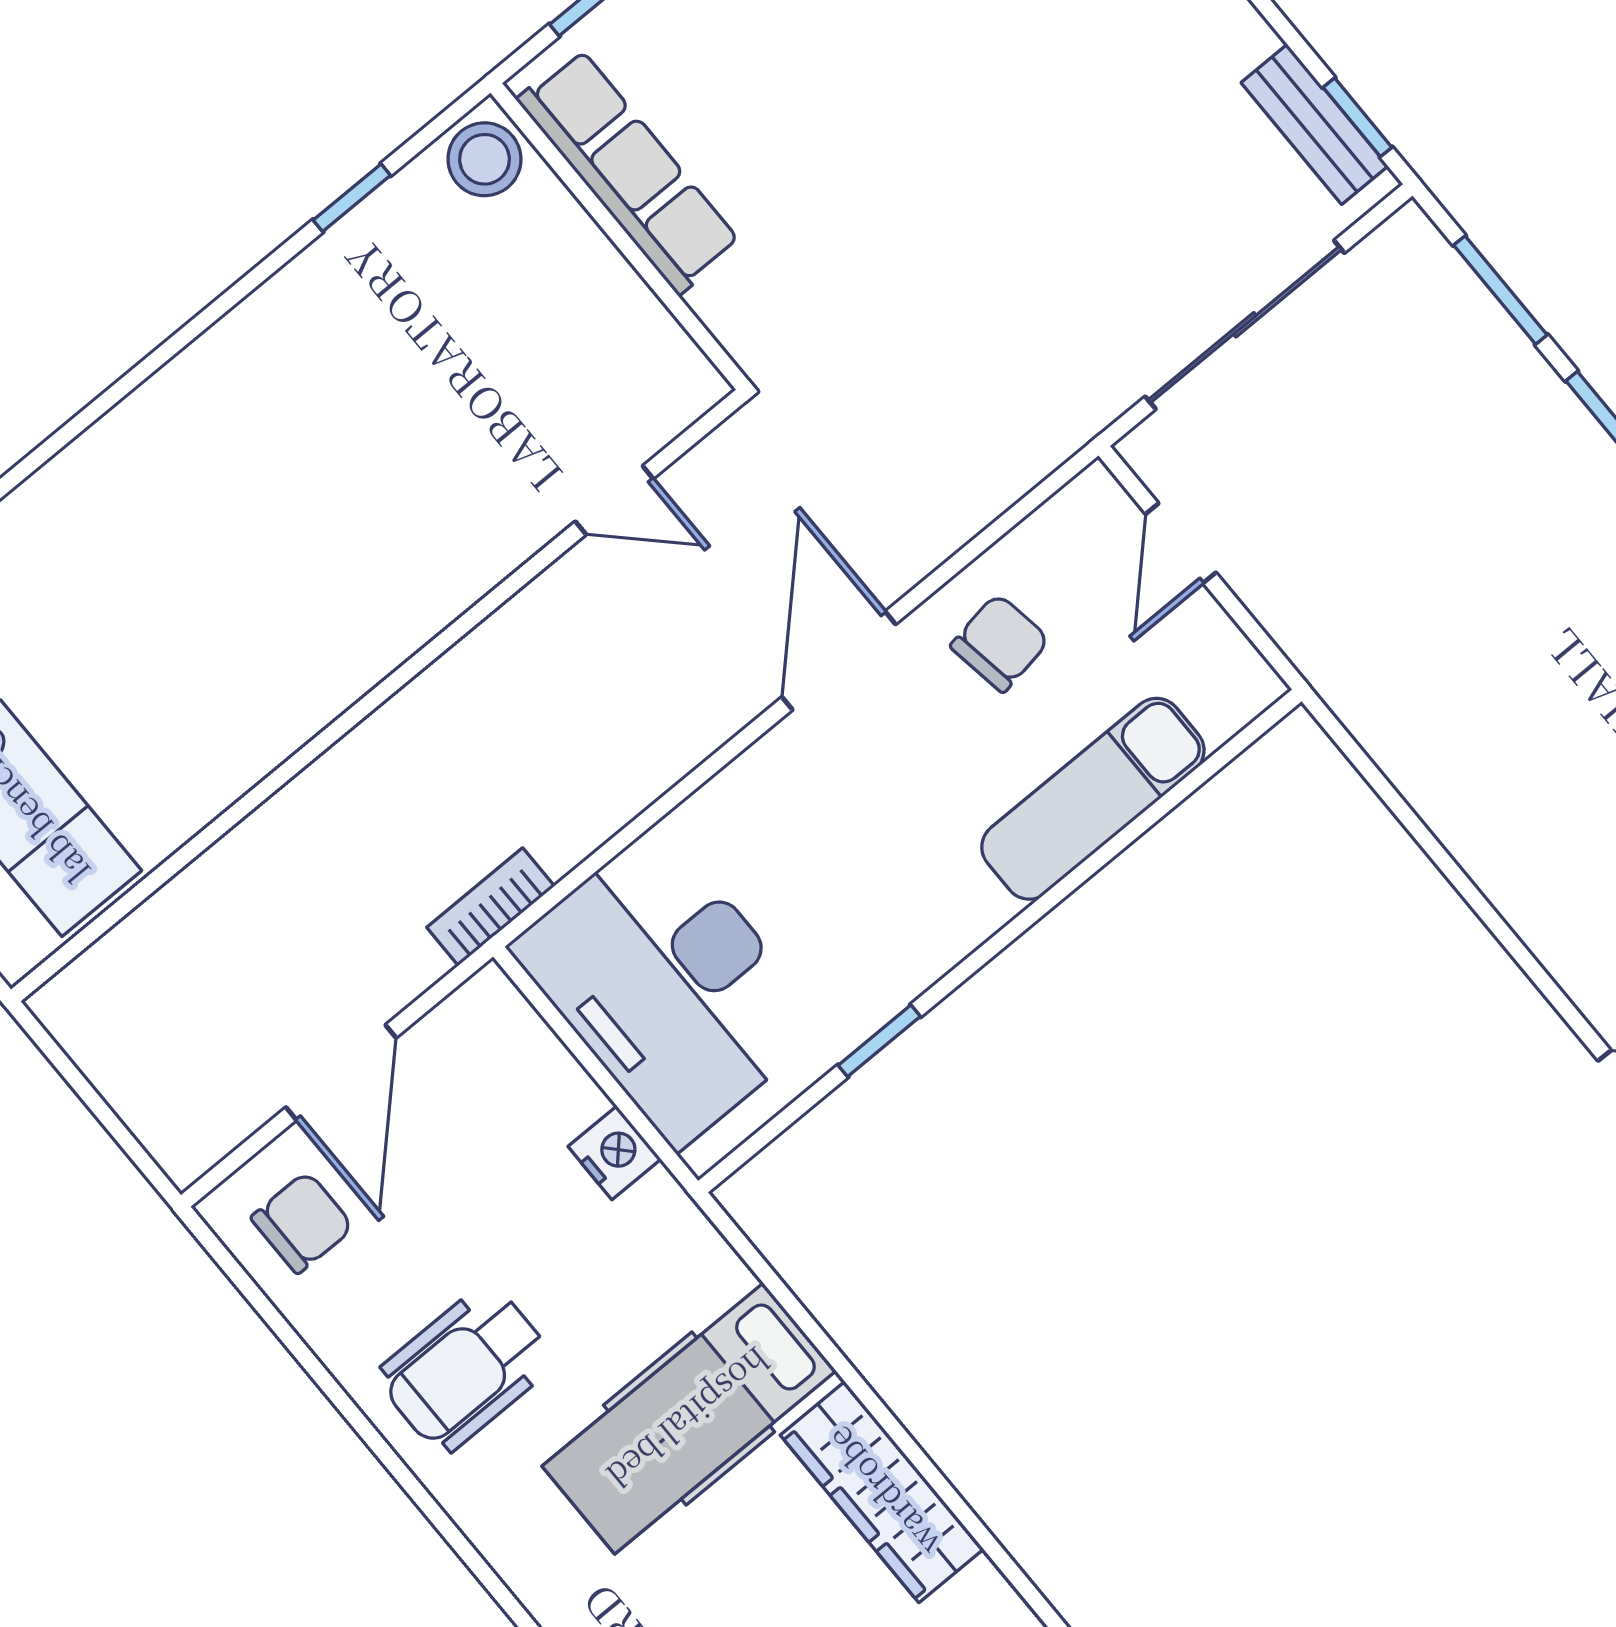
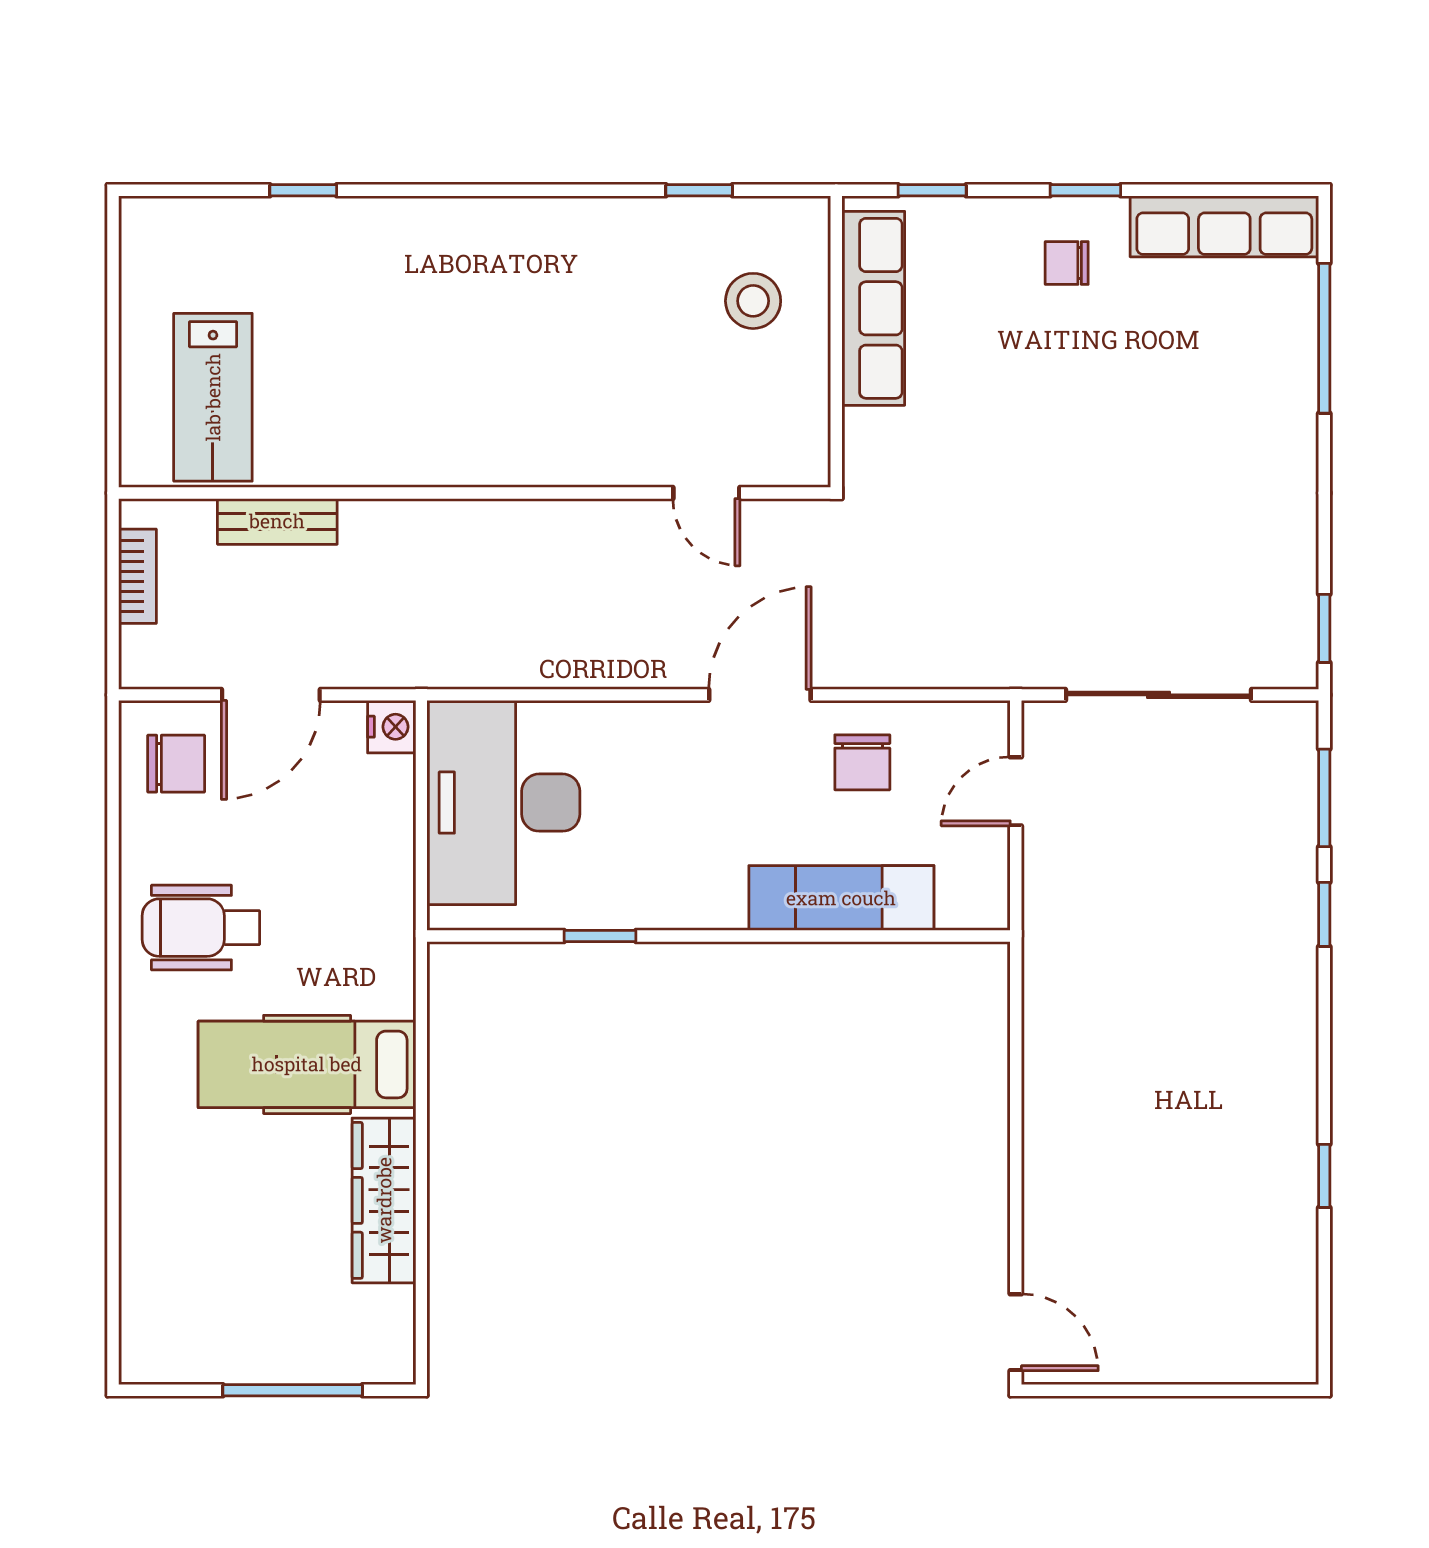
bench: (1315, 124) -> (277, 521), moved, turned 90
stool: (484, 159) -> (753, 301), moved
chair: (1000, 643) -> (862, 762), turned 99
bookcase: (491, 907) -> (137, 576), moved, turned 90
nightstand: (614, 1153) -> (392, 727), moved

